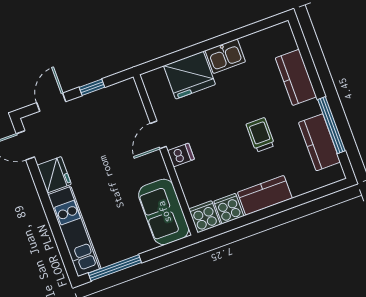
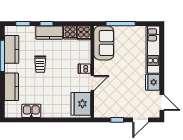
kitchen sink: (225, 56) -> (31, 111), moved
fridge: (189, 75) -> (81, 104), moved, turned -90
window: (316, 194) -> (23, 24), added
window: (275, 209) -> (46, 24), added
window: (115, 268) -> (121, 24), moved

